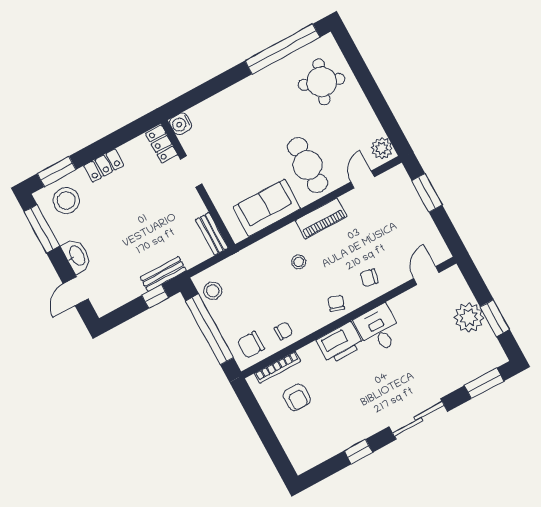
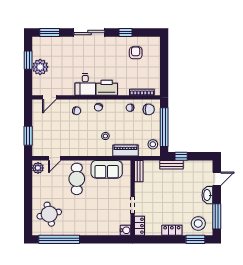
round table: (322, 82) -> (49, 214), turned -32
piano: (321, 219) -> (125, 151), moved
armchair: (297, 397) -> (136, 53), moved

